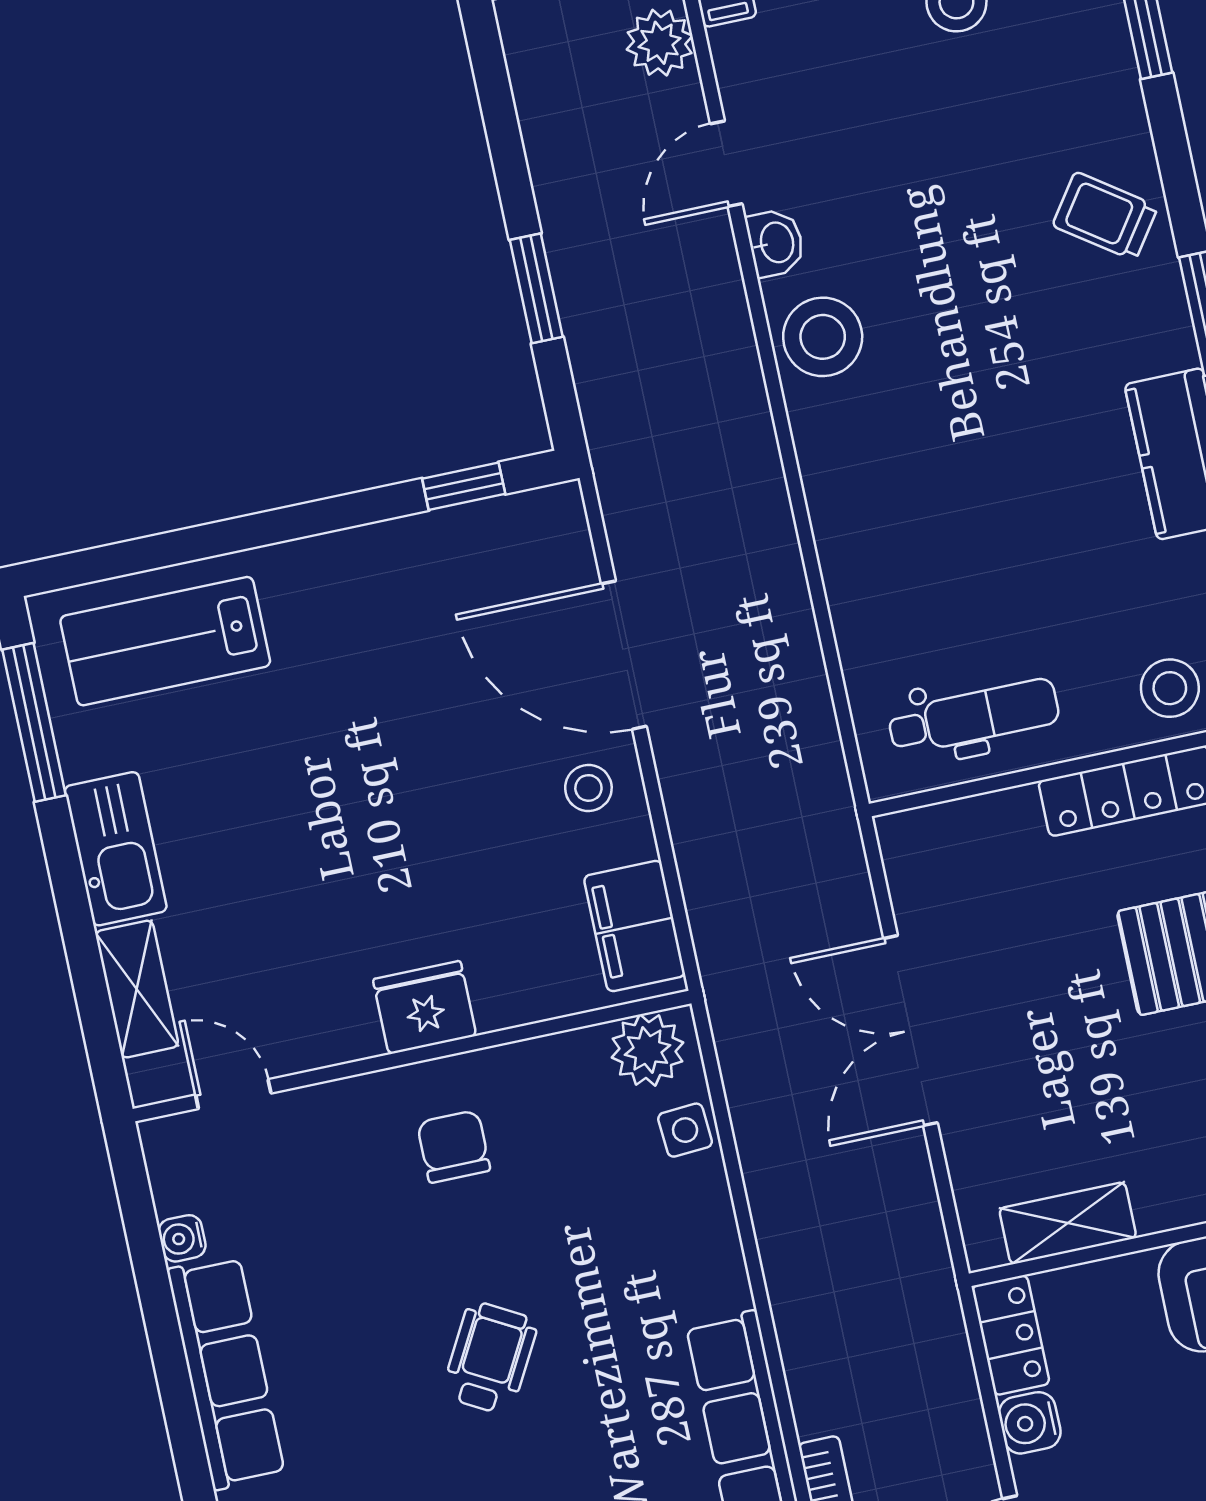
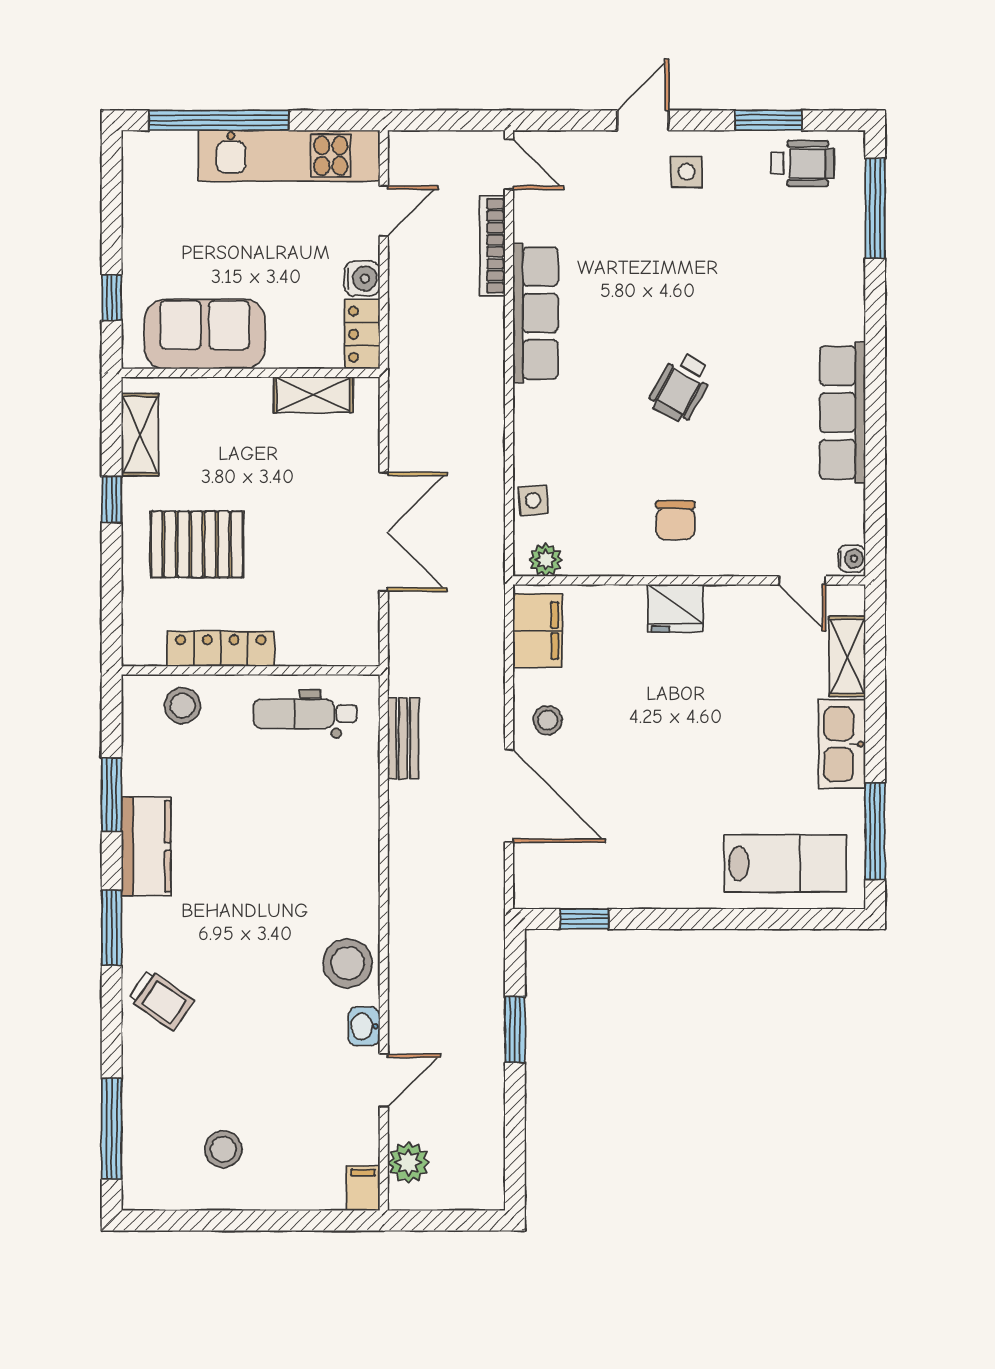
bench: (811, 711) -> (403, 738), added
plant: (647, 1050) -> (546, 560), width x0.73, depth x0.73
water cooler: (182, 1238) -> (852, 559), moved

